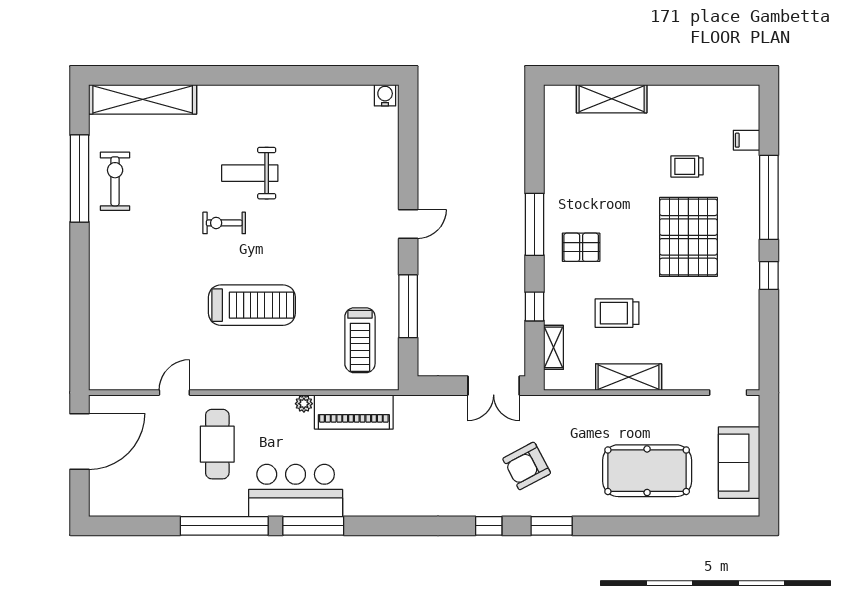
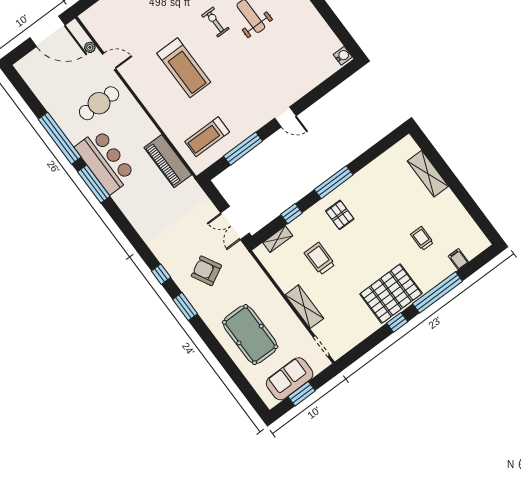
pallet: (688, 237) -> (391, 294), moved
shelving: (629, 377) -> (304, 307), moved
plant: (304, 404) -> (90, 47), moved
window: (769, 461) -> (302, 394), added

